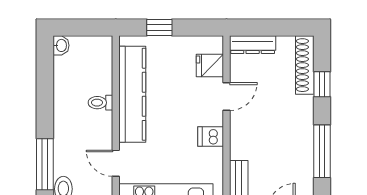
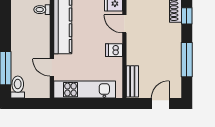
door: (227, 97) -> (124, 24), swing flipped
toilet: (100, 103) -> (42, 10), moved

